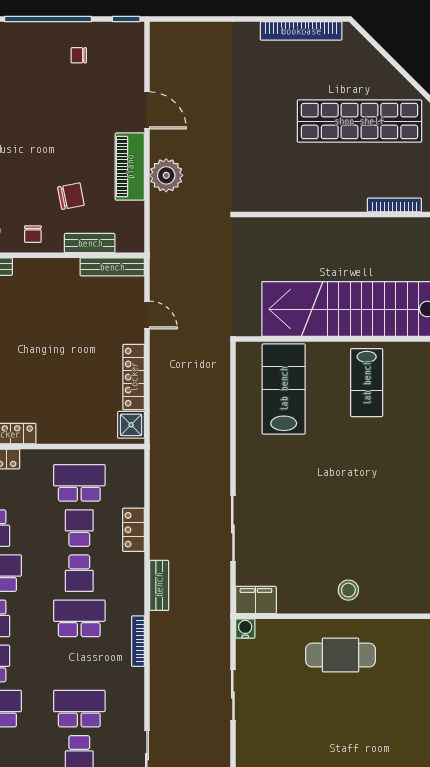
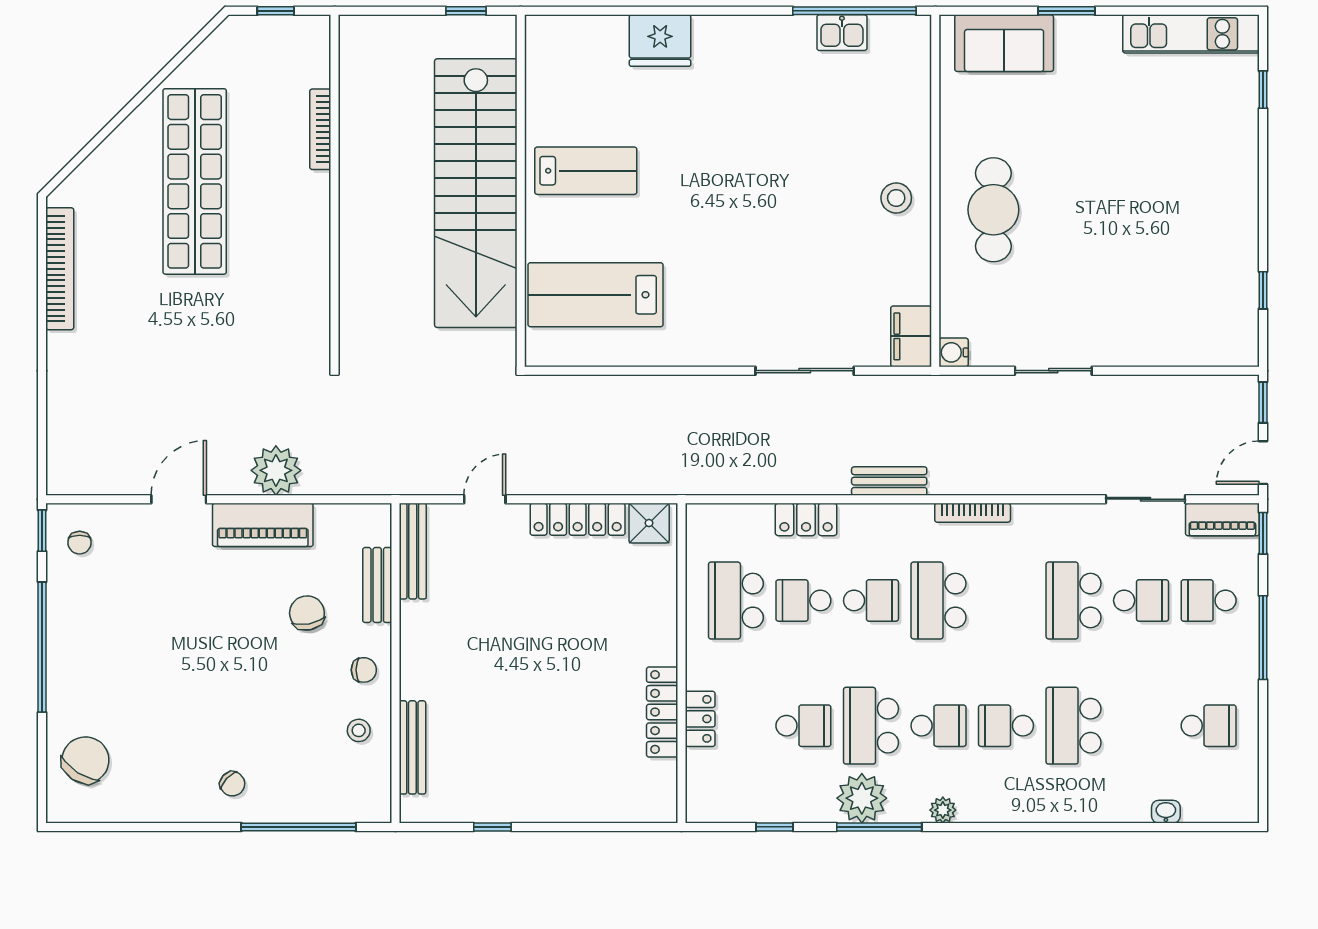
chair: (79, 55) -> (80, 543), moved

